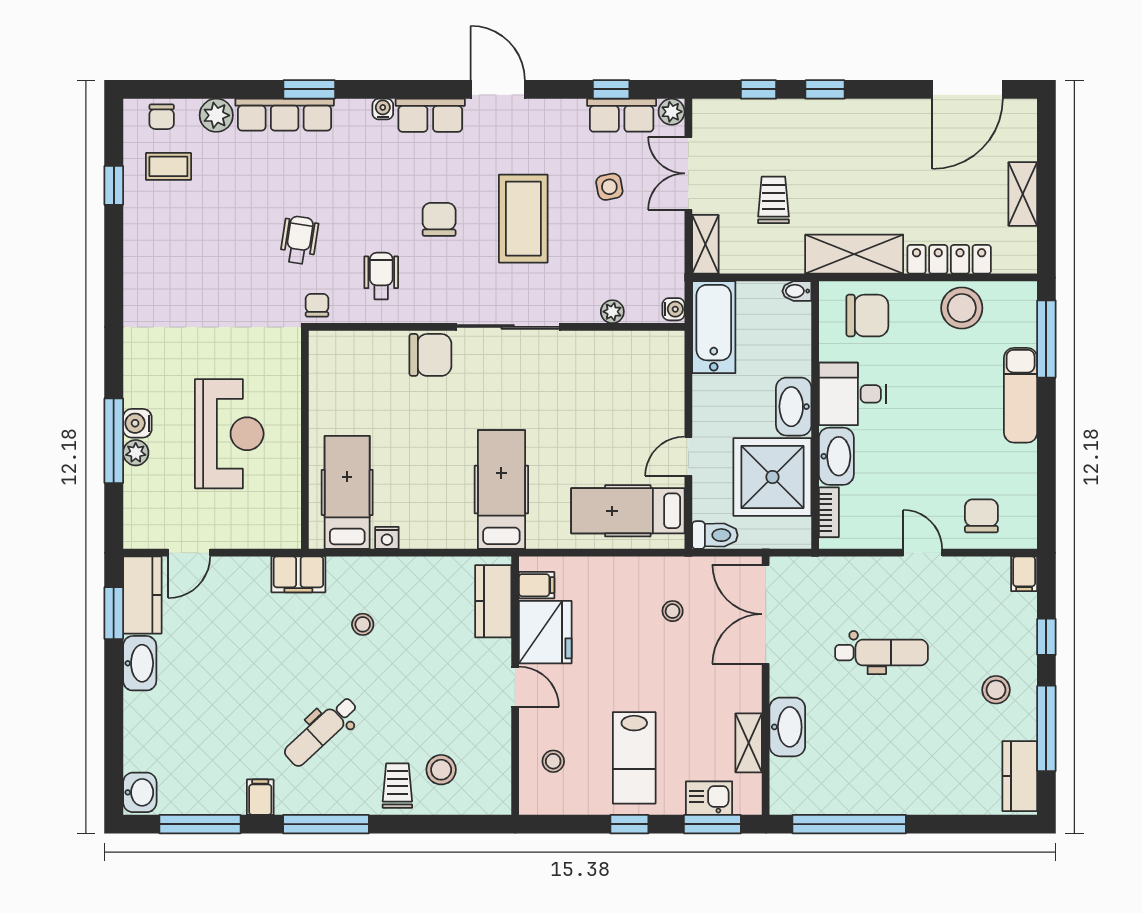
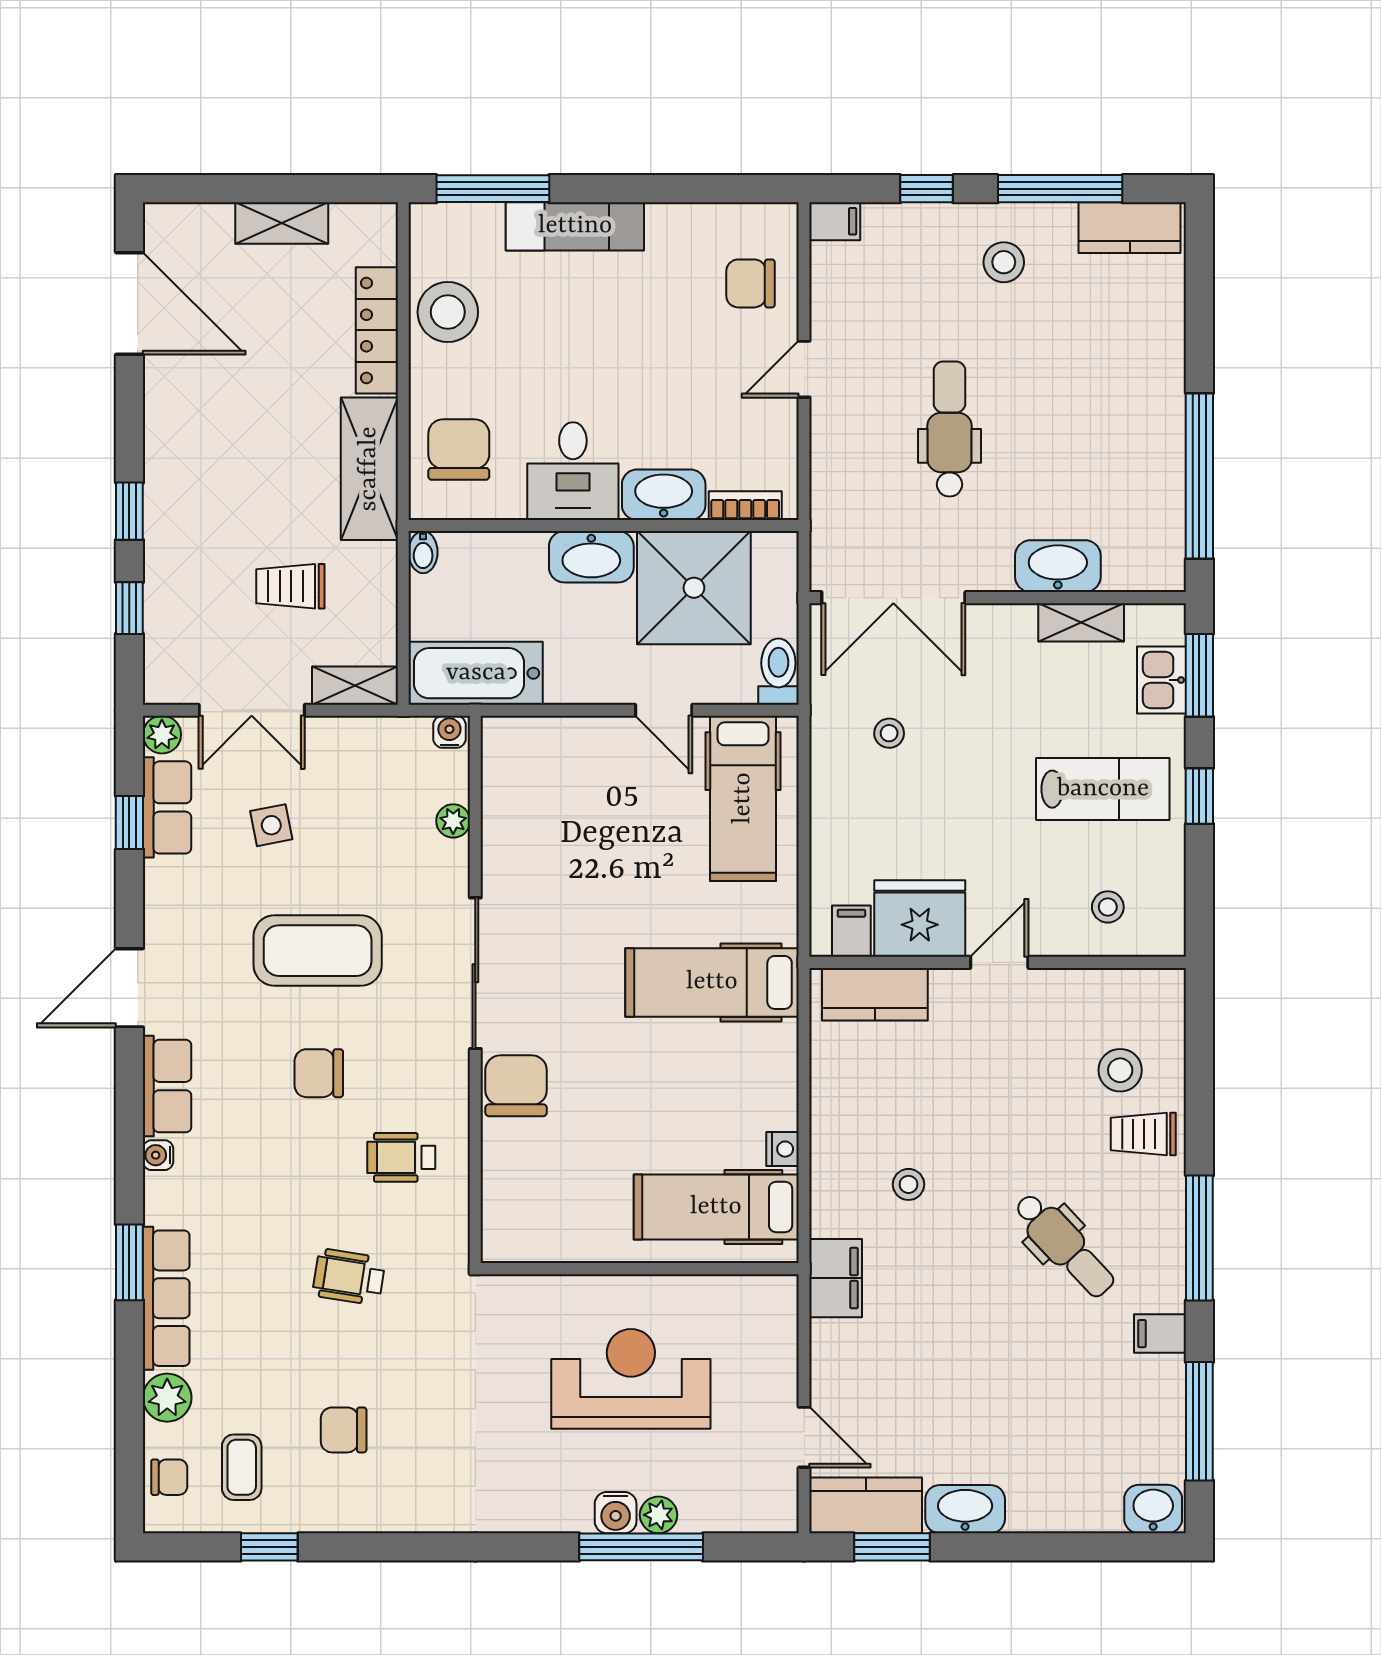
chair: (317, 305) -> (344, 1430), moved, width x1.37, depth x1.37

